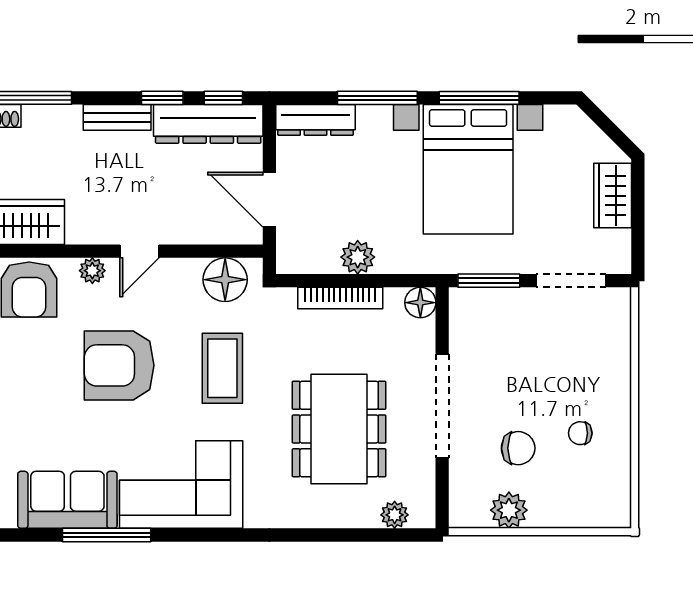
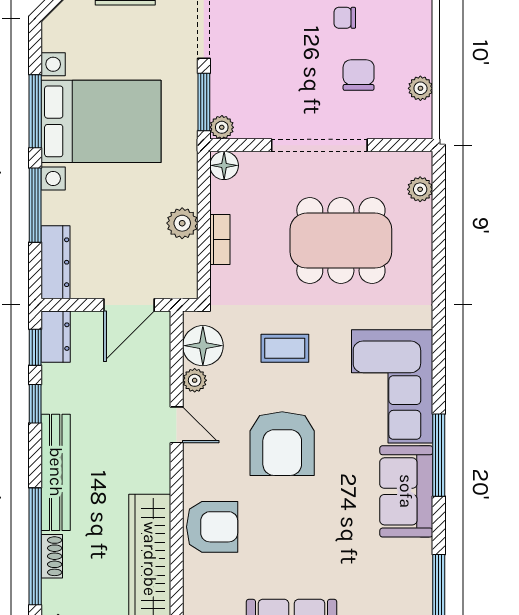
bench: (117, 117) -> (56, 472), width x1.86, depth x1.21
dresser: (208, 124) -> (56, 337), width x0.51, depth x0.80
plant: (92, 271) -> (195, 380), moved
bookcase: (340, 298) -> (220, 239), width x0.64
plant: (462, 300) -> (222, 127), added
coffee table: (222, 368) -> (285, 348), width x0.73, depth x0.77
chair: (580, 433) -> (345, 18), turned 89
plant: (509, 510) -> (420, 88), width x0.73, depth x0.73

